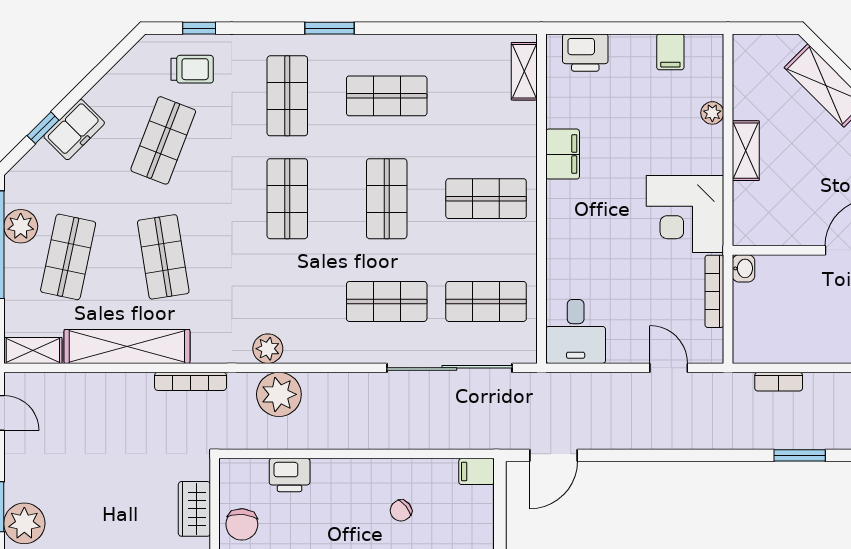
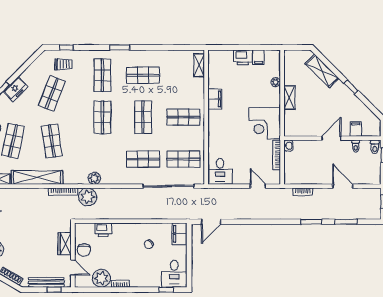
printer: (585, 53) -> (243, 58), moved
plant: (279, 394) -> (88, 197), moved
filing cabinet: (477, 471) -> (180, 234), width x2.00

